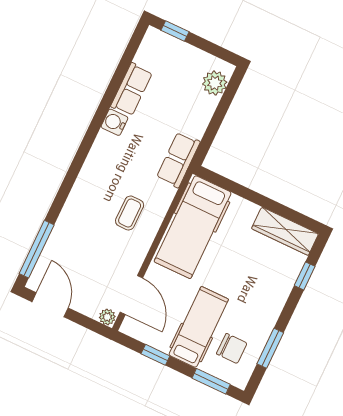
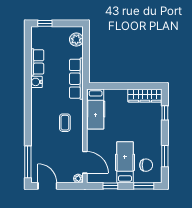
row of seats: (178, 160) -> (76, 79), width x1.48
hospital bed: (193, 227) -> (96, 109), width x0.73, depth x0.77

